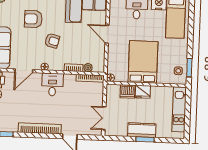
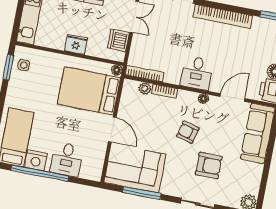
bed: (143, 62) -> (89, 91), moved, turned 90
dishwasher: (127, 92) -> (119, 40), moved, turned -90

